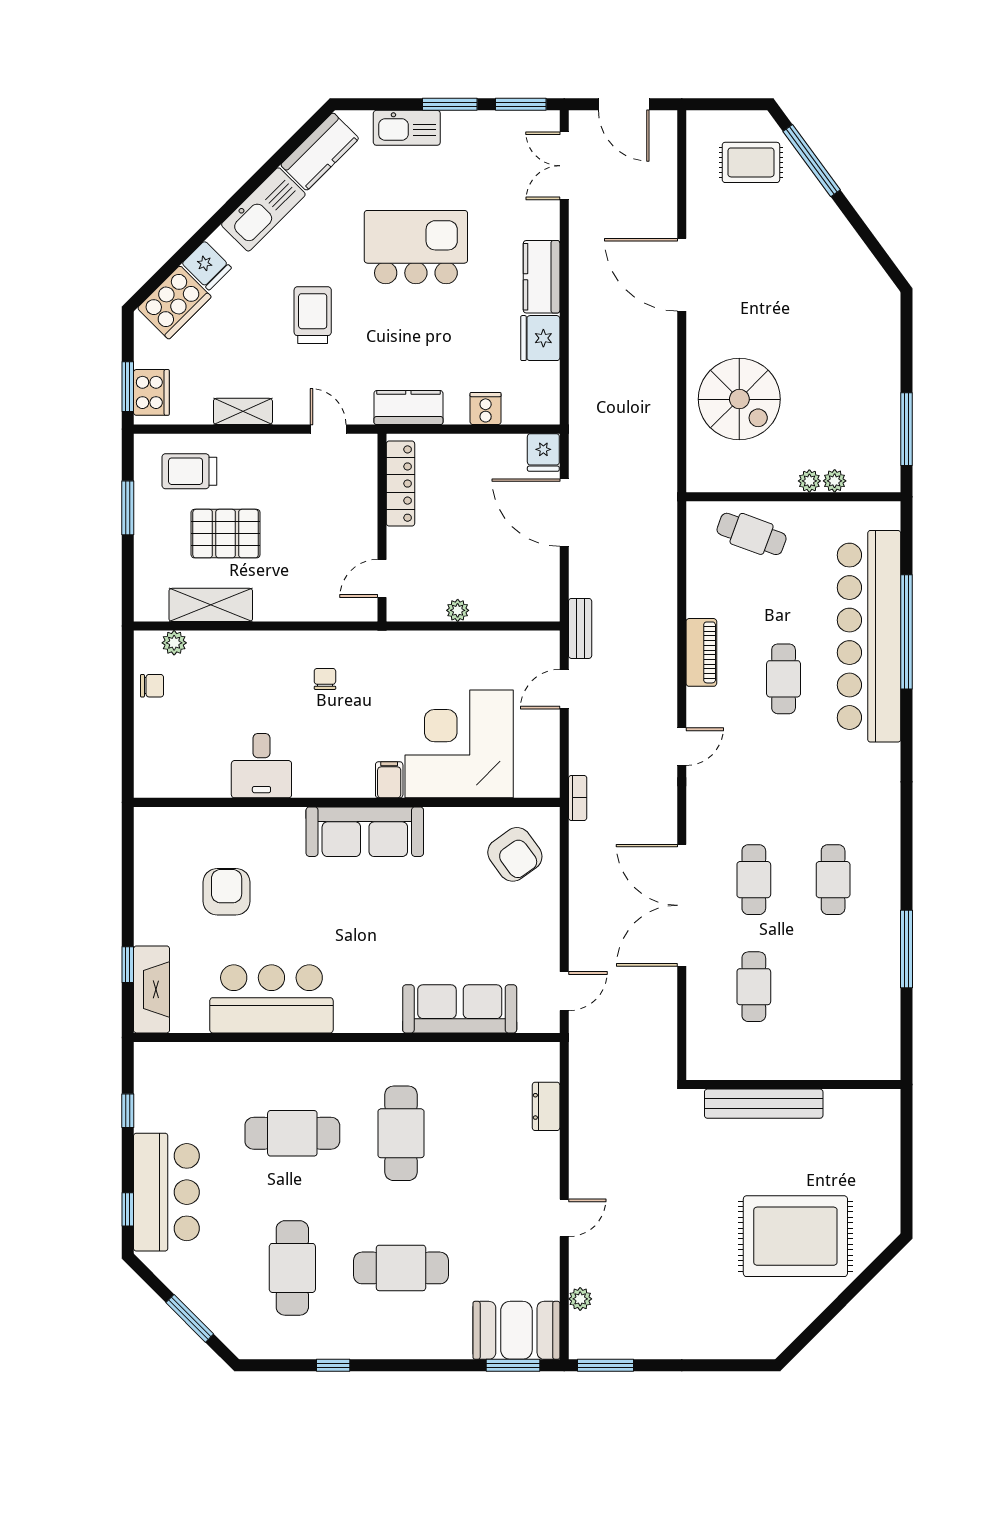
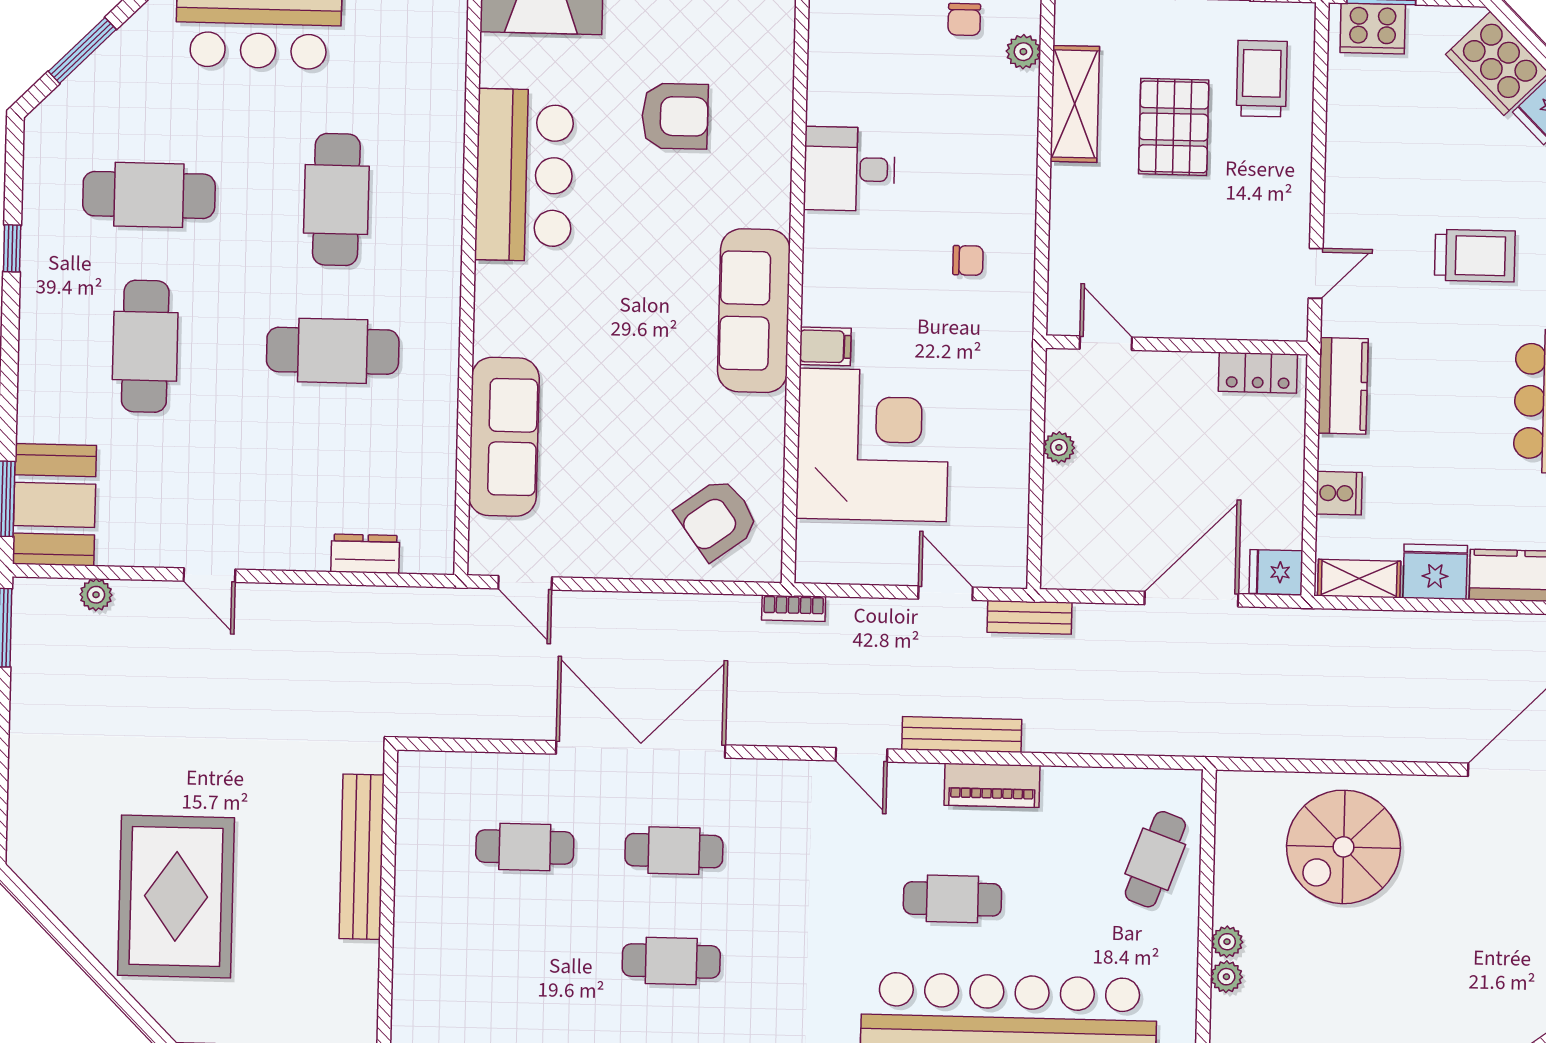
shelving: (243, 411) -> (1359, 579), moved, turned 90
locker: (400, 484) -> (1258, 373), width x0.66
bench: (665, 675) -> (962, 734), added

